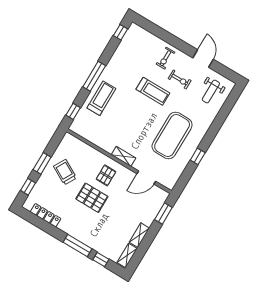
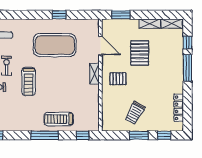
treadmill: (153, 91) -> (29, 81), turned 180
pallet: (92, 198) -> (140, 53), moved

